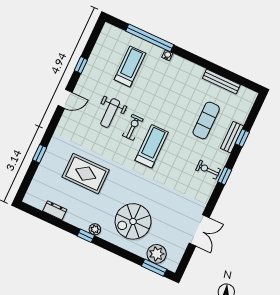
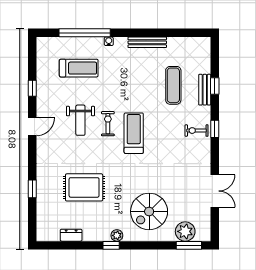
treadmill: (130, 66) -> (79, 68), turned 90
bench: (221, 81) -> (147, 42), moved

